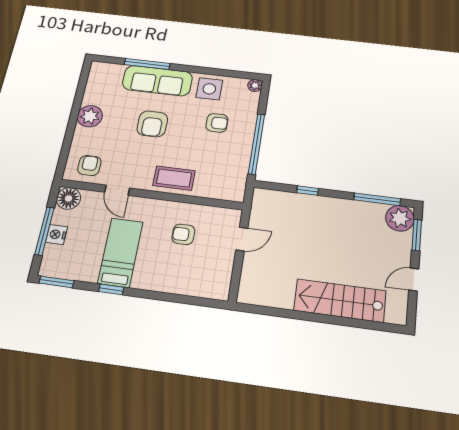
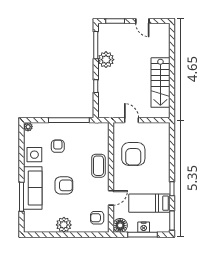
plant: (400, 218) -> (106, 60), moved
armchair: (183, 234) -> (133, 154), width x1.88, depth x1.88
bed: (120, 252) -> (149, 203), moved
stairs: (340, 301) -> (160, 83), moved

